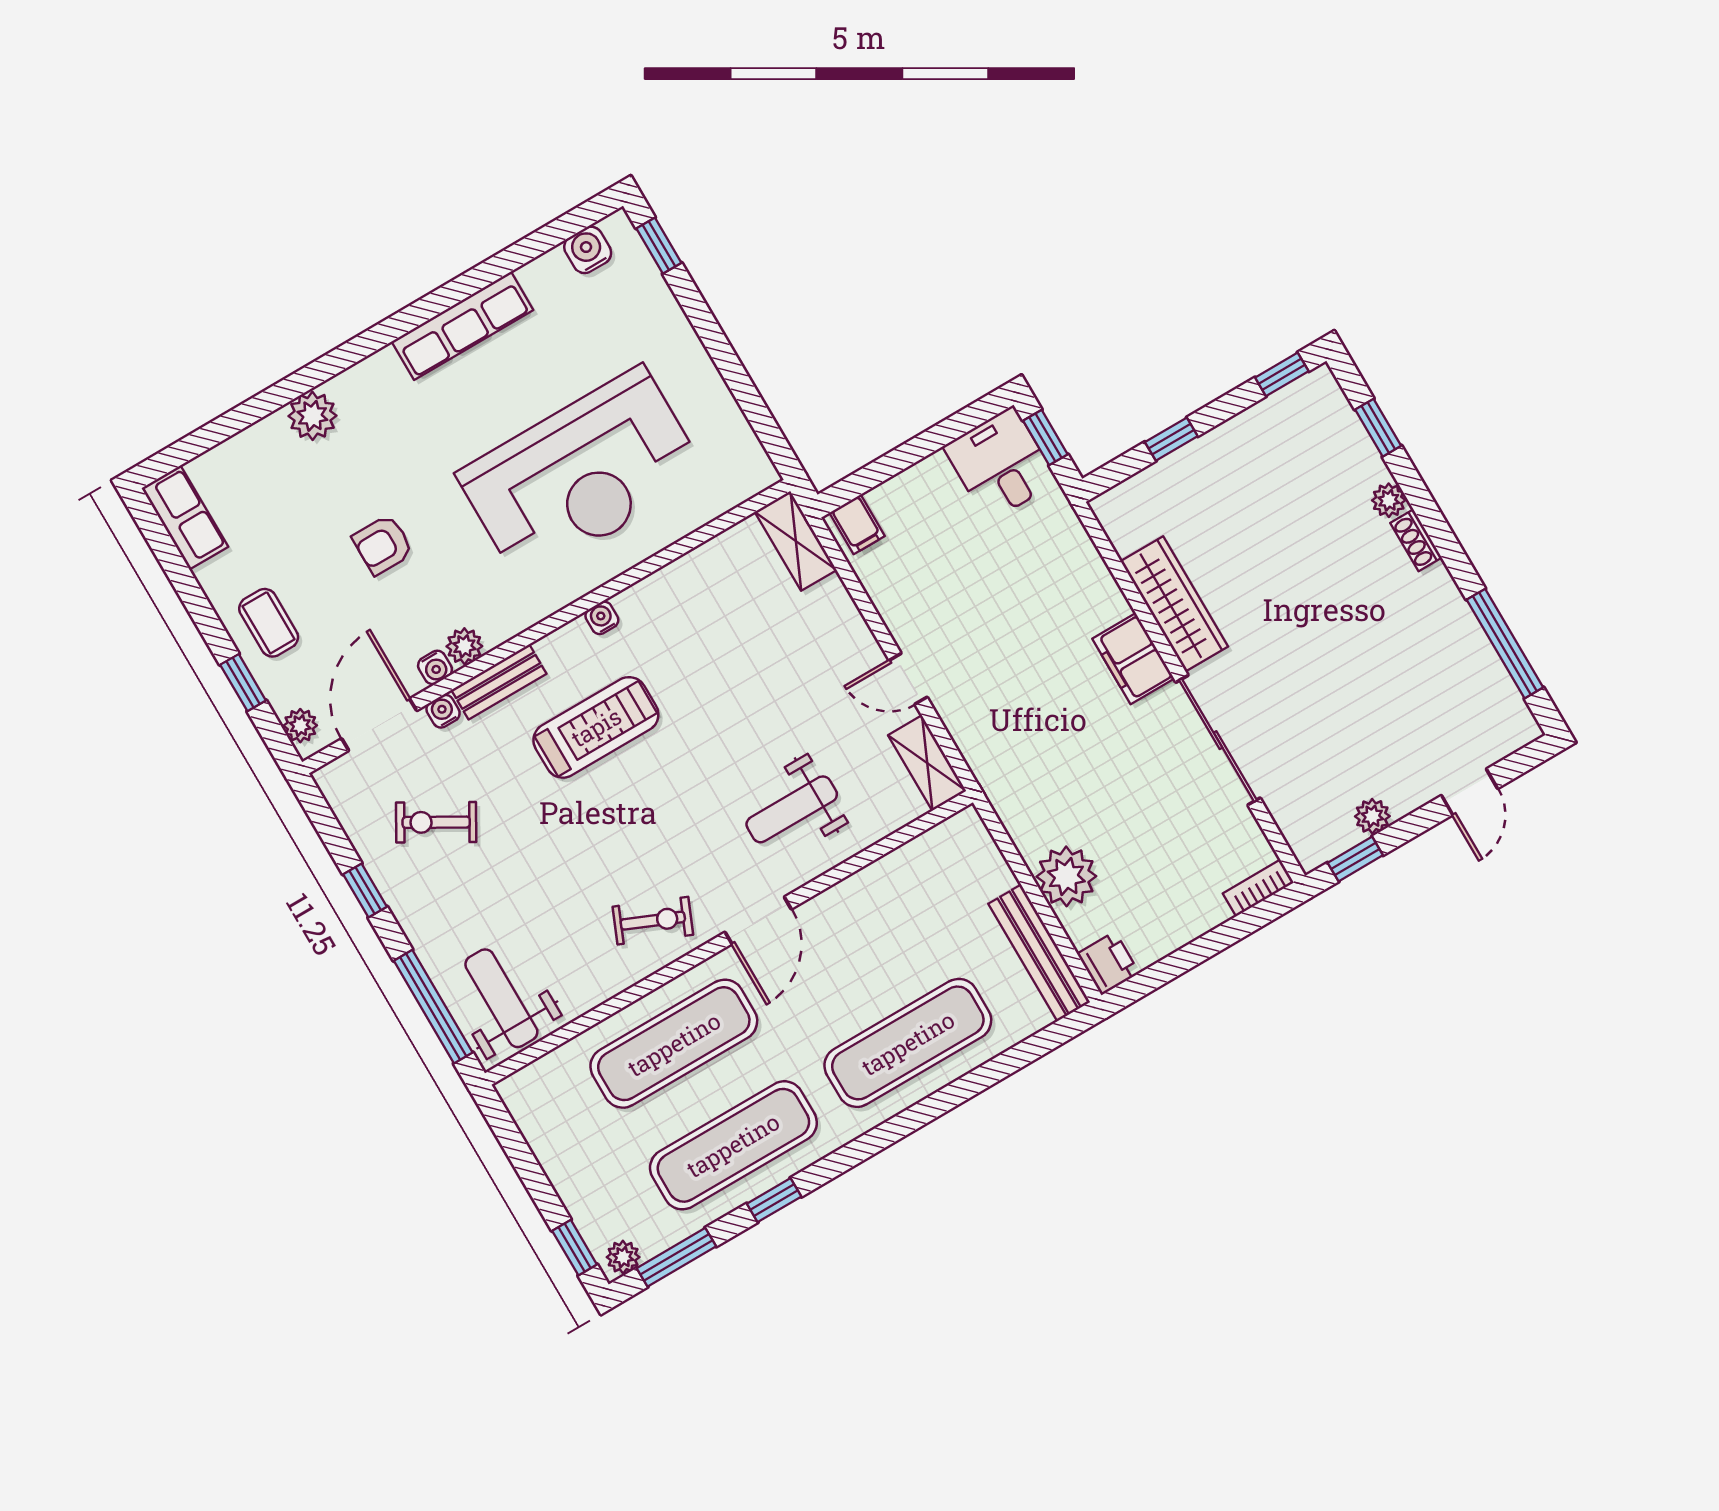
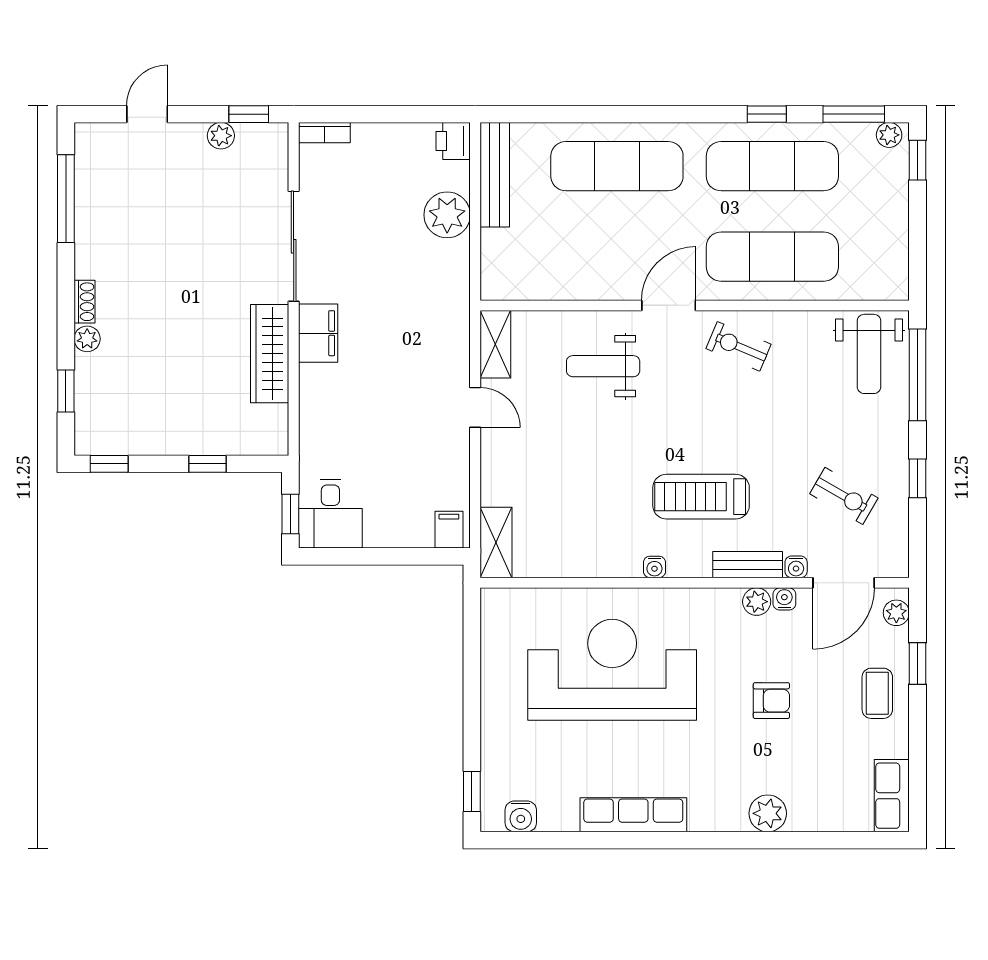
weight bench: (792, 809) -> (603, 366), turned 180

